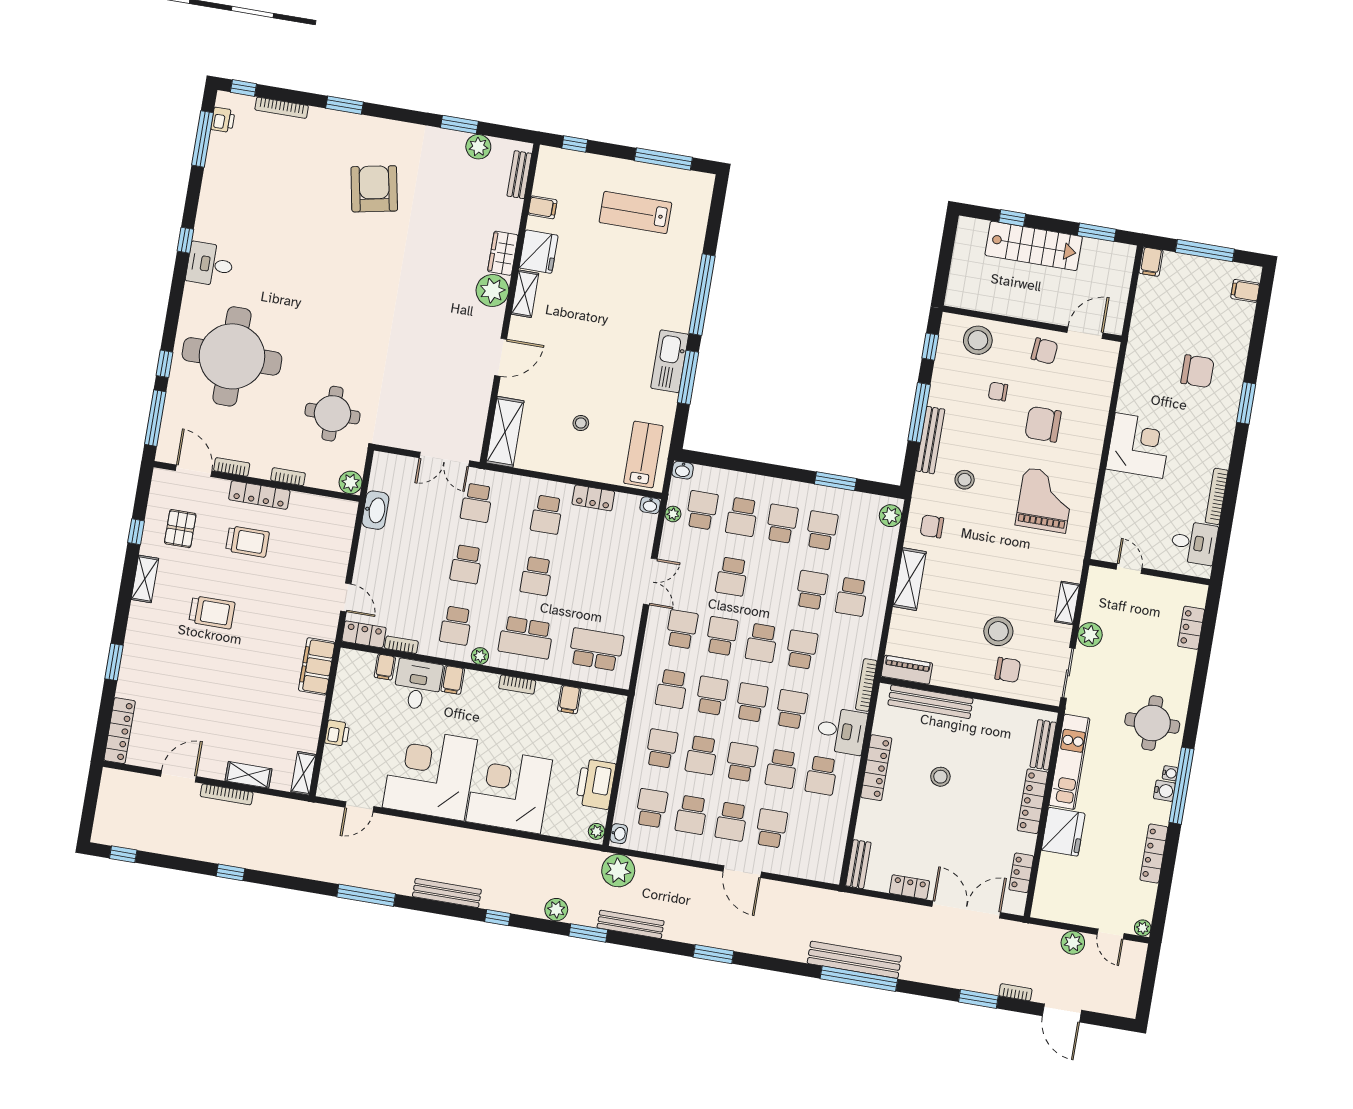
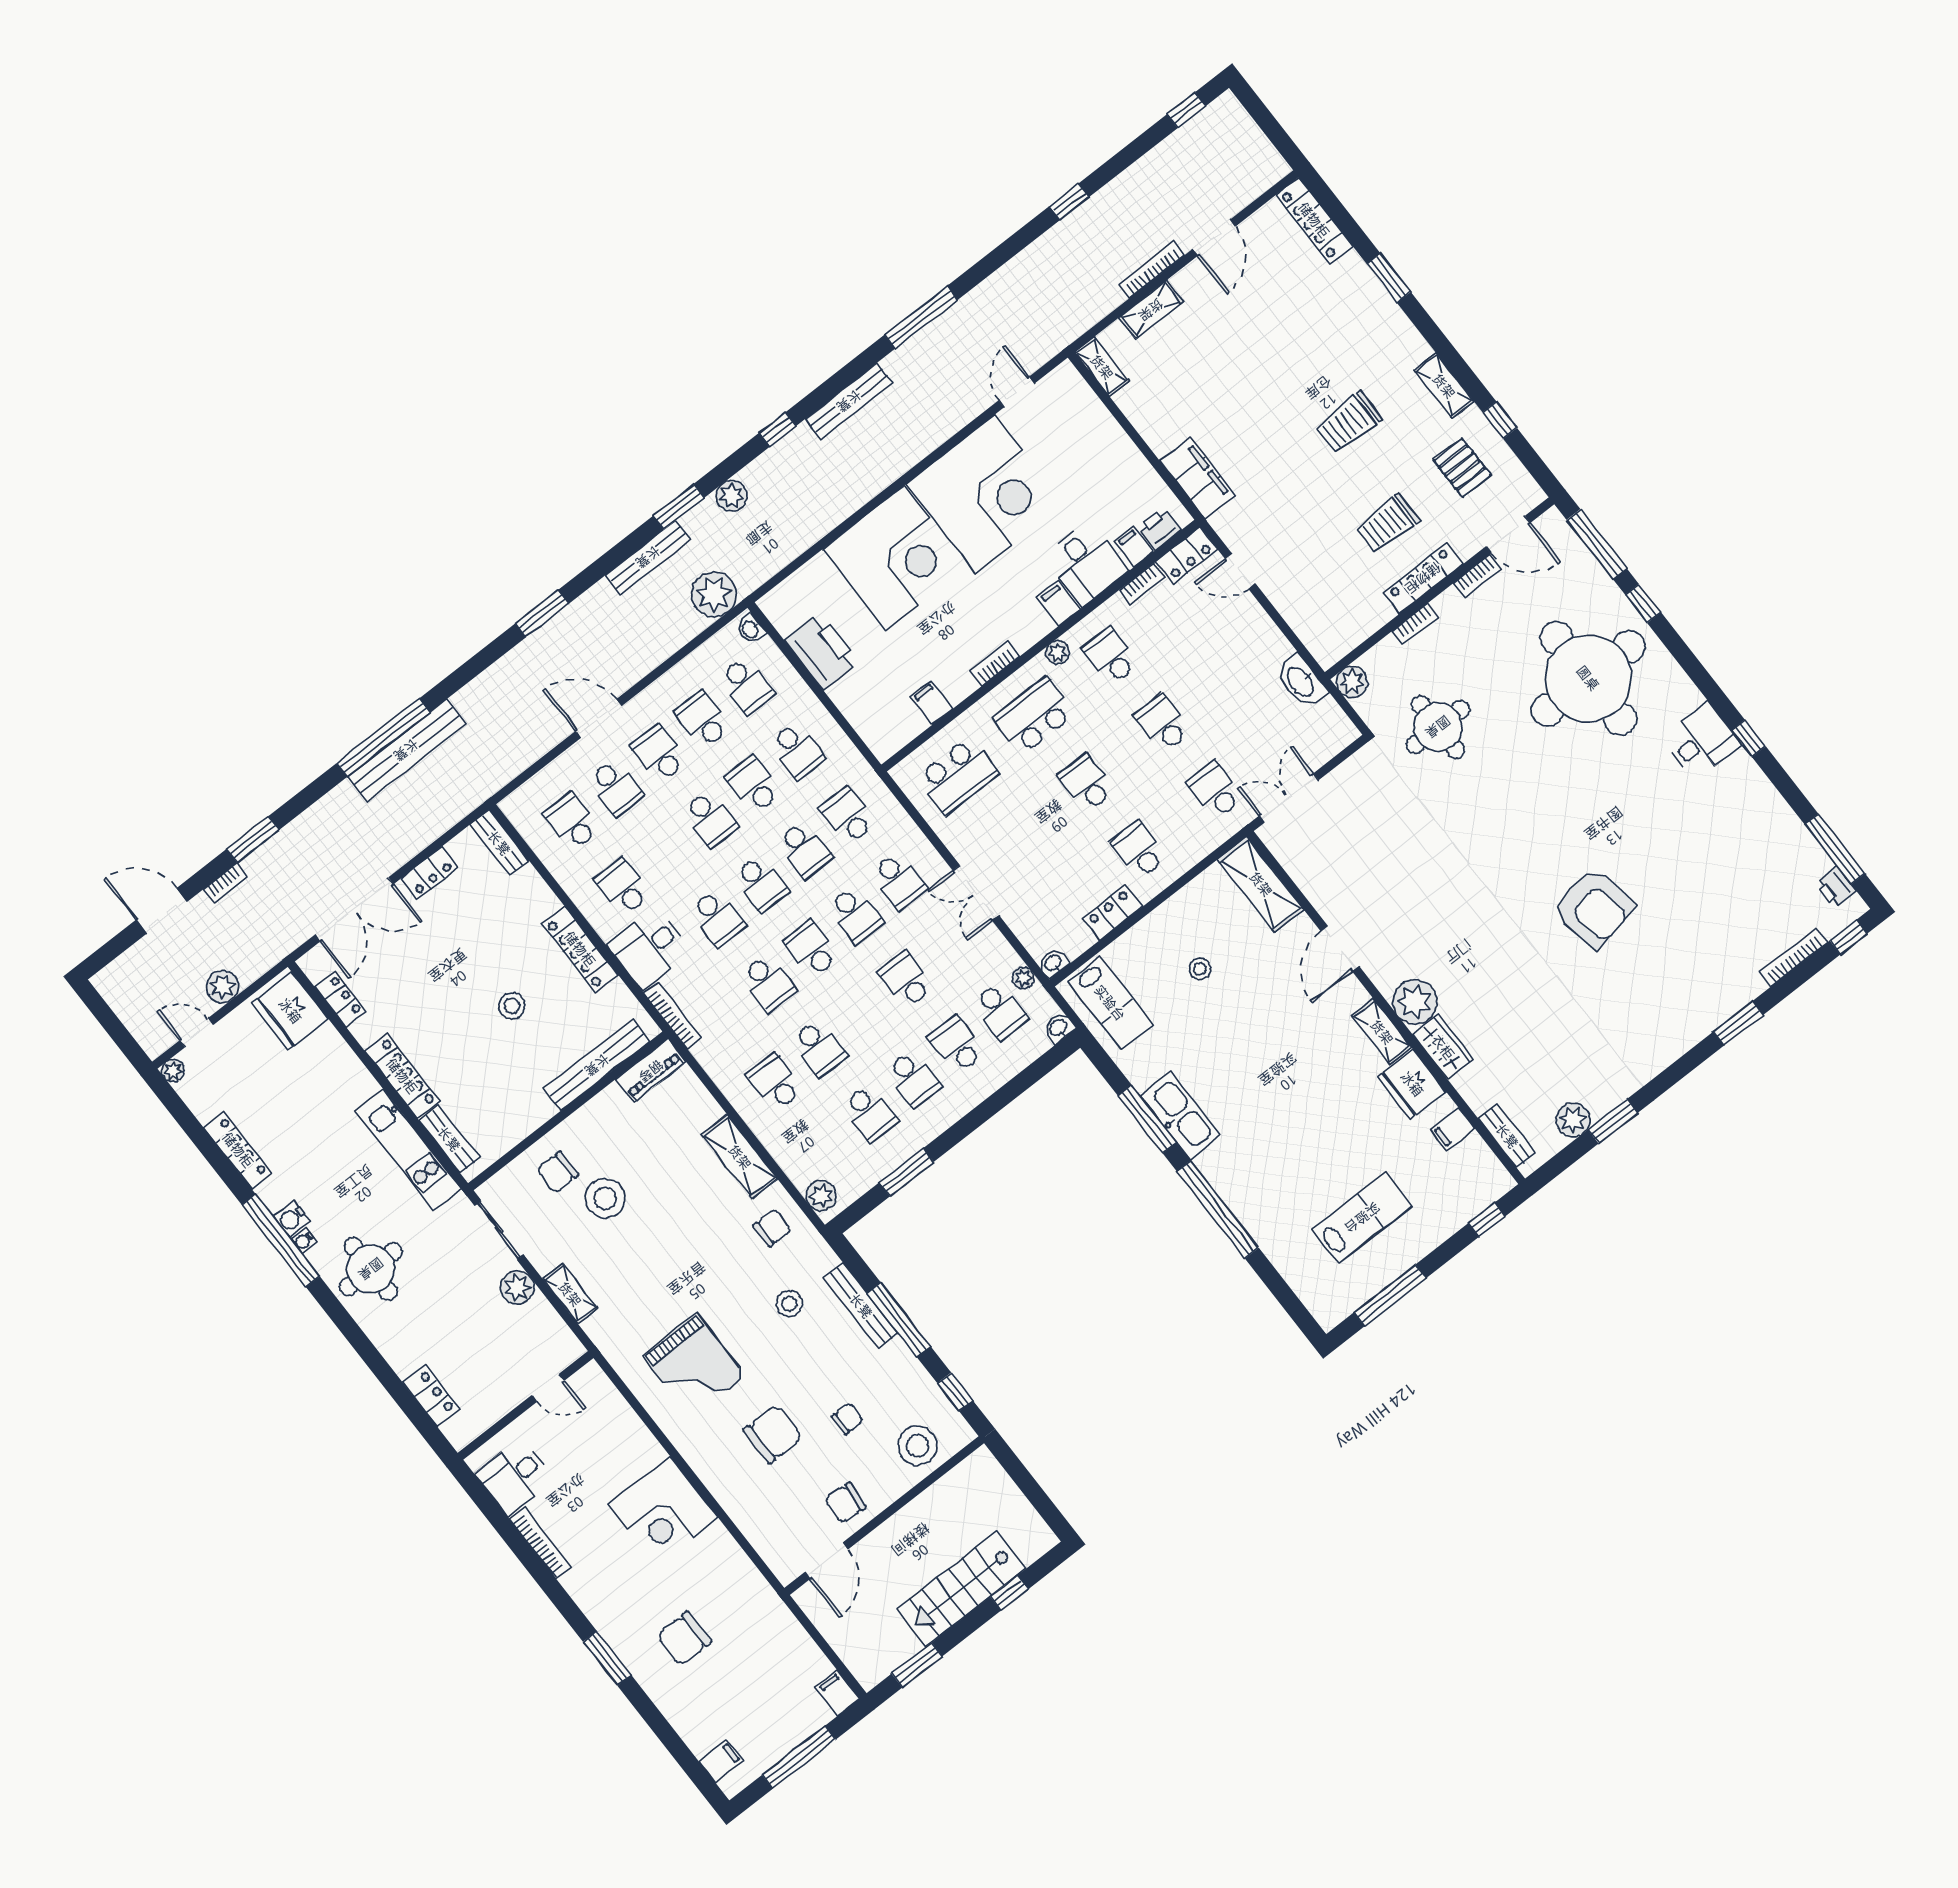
armchair: (374, 189) -> (1594, 908), moved
printer: (337, 733) -> (1159, 528), moved, turned 90
school desk: (781, 769) -> (572, 822), moved
plant: (597, 831) -> (773, 609), removed
fridge: (1063, 832) -> (290, 1011), moved

